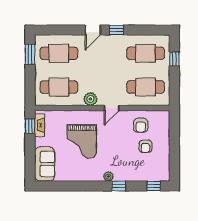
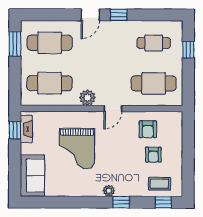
cafe table: (146, 53) -> (154, 43), width x0.73, depth x0.74
coffee table: (151, 171) -> (159, 184), added

